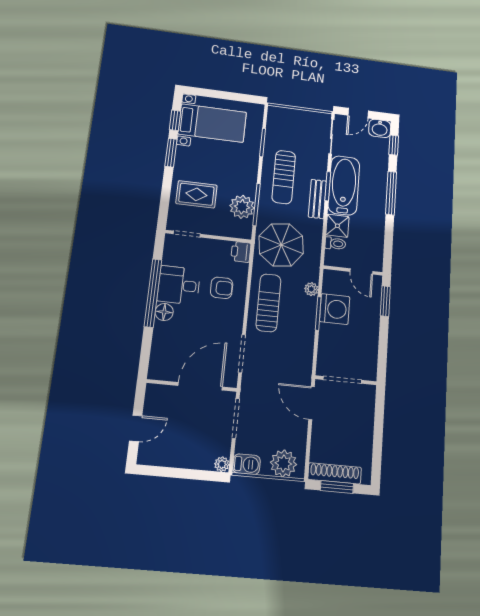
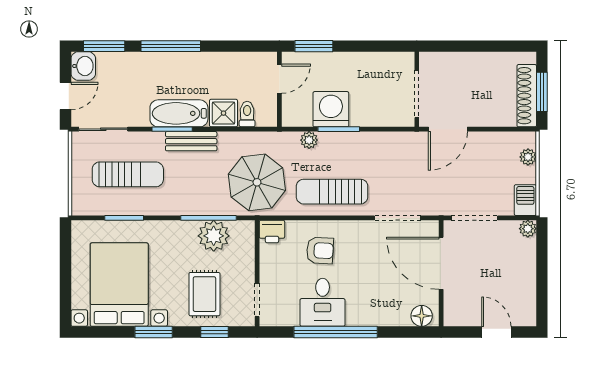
door: (358, 113) -> (66, 96), hinge flipped
window: (175, 120) -> (215, 332), moved
bed with nightstands: (212, 123) -> (119, 285), width x1.36
window: (394, 145) -> (104, 46), width x1.50
sun lounger: (284, 177) -> (128, 174), moved
bathtub: (344, 185) -> (179, 113), width x0.73, depth x0.73
armchair: (222, 288) -> (320, 250), turned 93
floor lamp: (164, 312) -> (422, 316), moved
plant: (283, 463) -> (528, 157), width x0.53, depth x0.53

